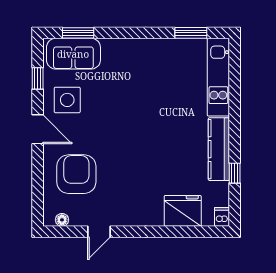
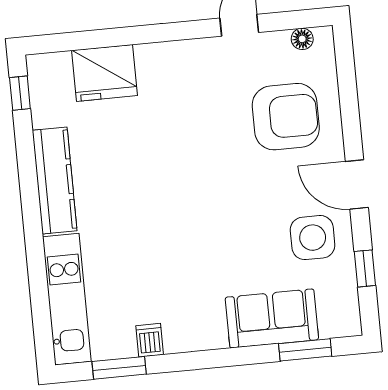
sofa: (73, 54) -> (272, 318), moved
window: (235, 173) -> (20, 93), moved
armchair: (76, 174) -> (286, 117), turned -90
dishwasher: (222, 217) -> (150, 340), moved, turned 180

